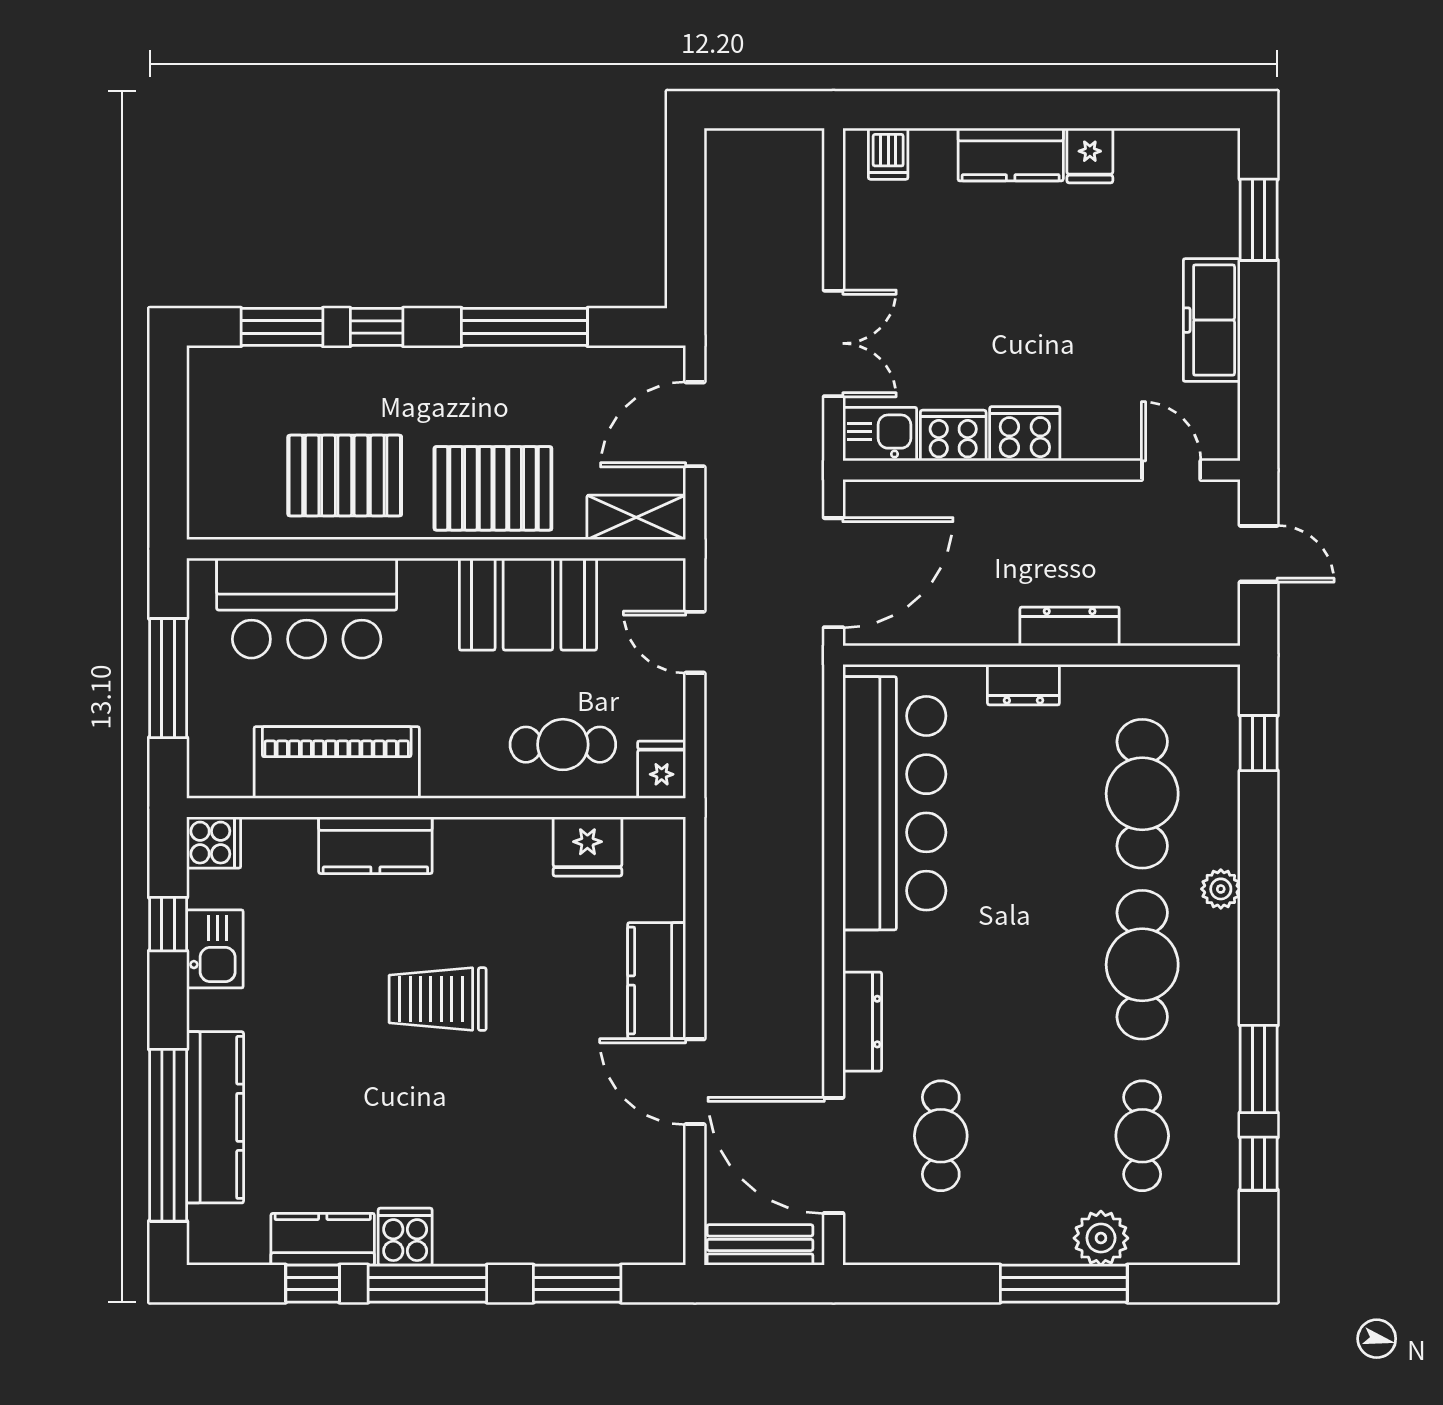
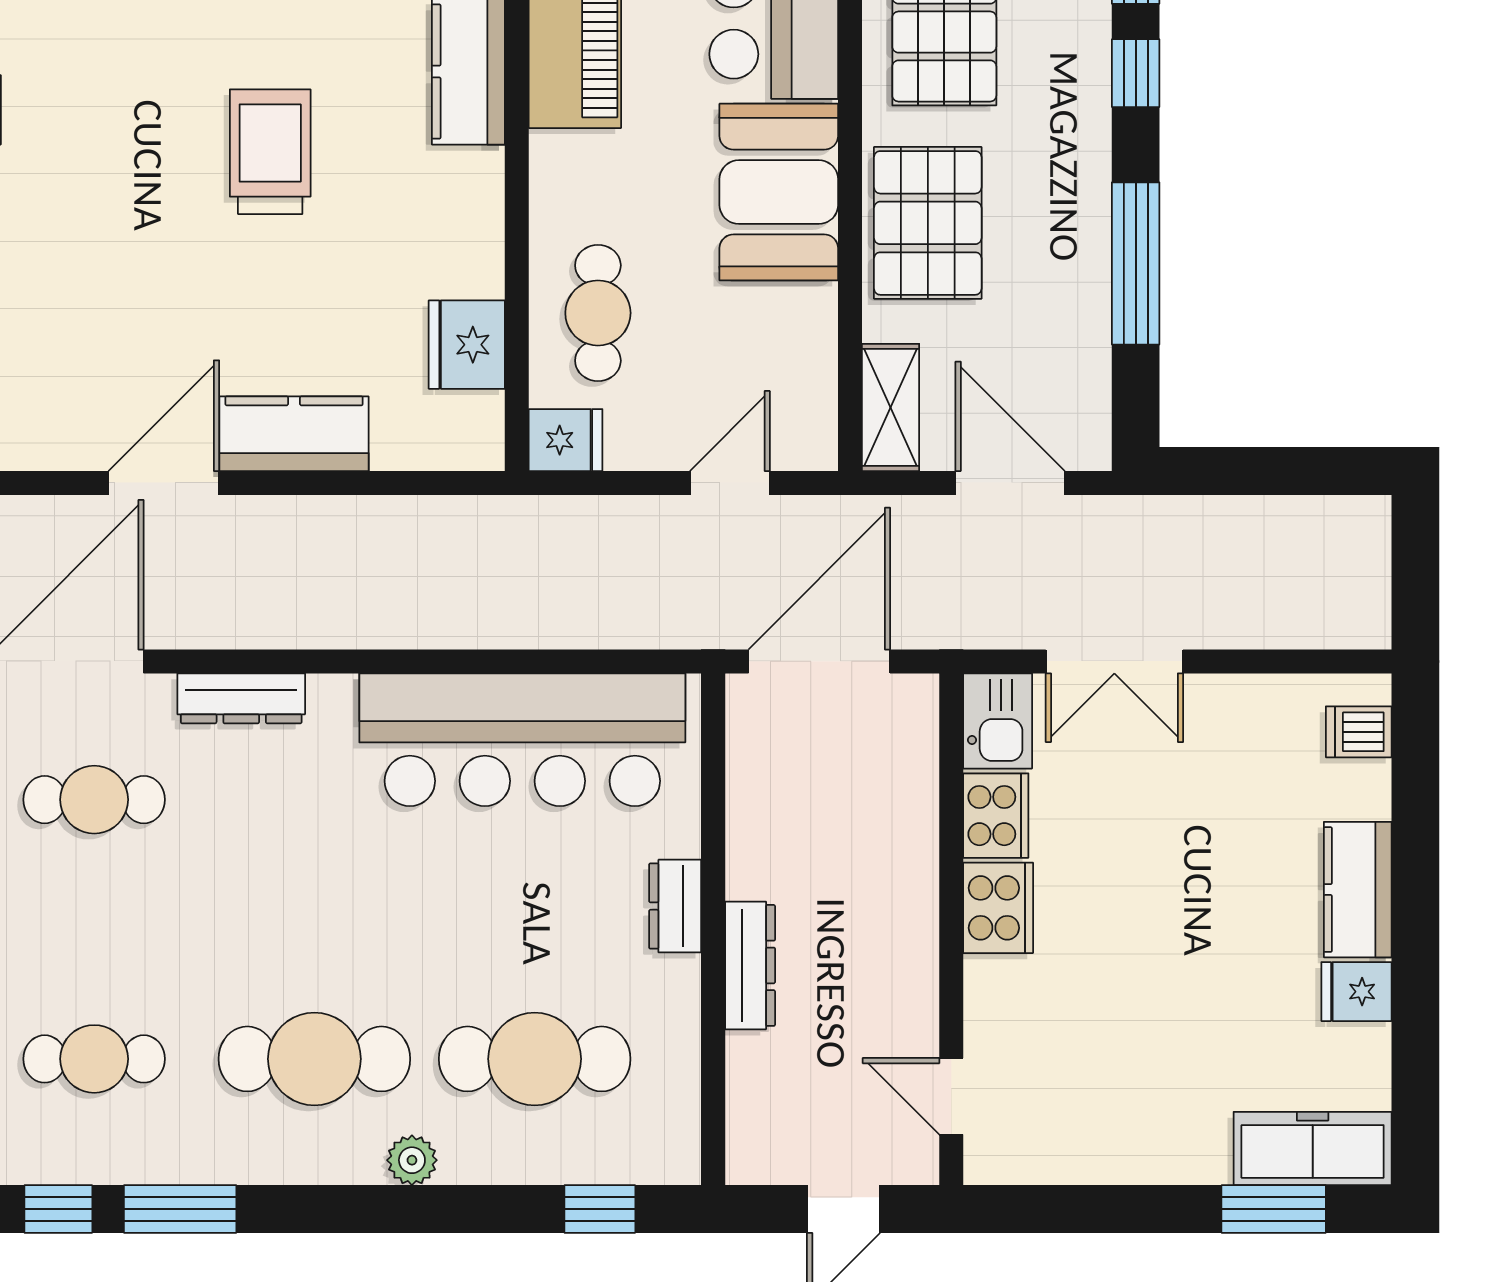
freezer: (1212, 320) -> (1313, 1148), moved
door: (1171, 470) -> (951, 1096), swing flipped
door: (834, 573) -> (819, 661), swing flipped
booth: (528, 604) -> (779, 192), moved

